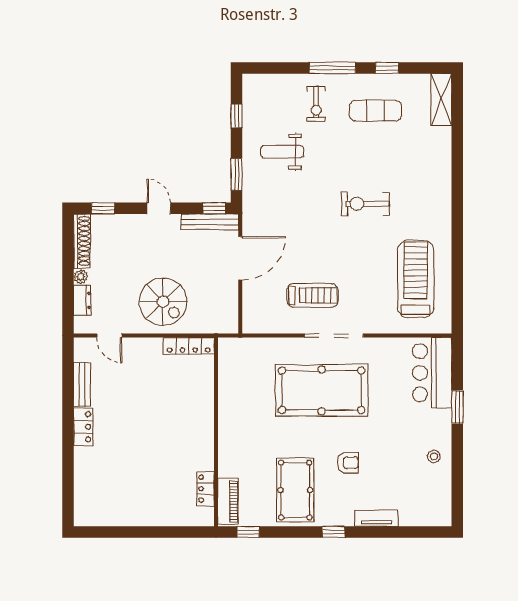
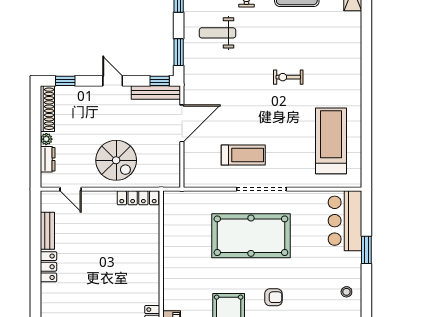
exercise bike: (365, 204) -> (288, 77), width x0.73, depth x0.72

